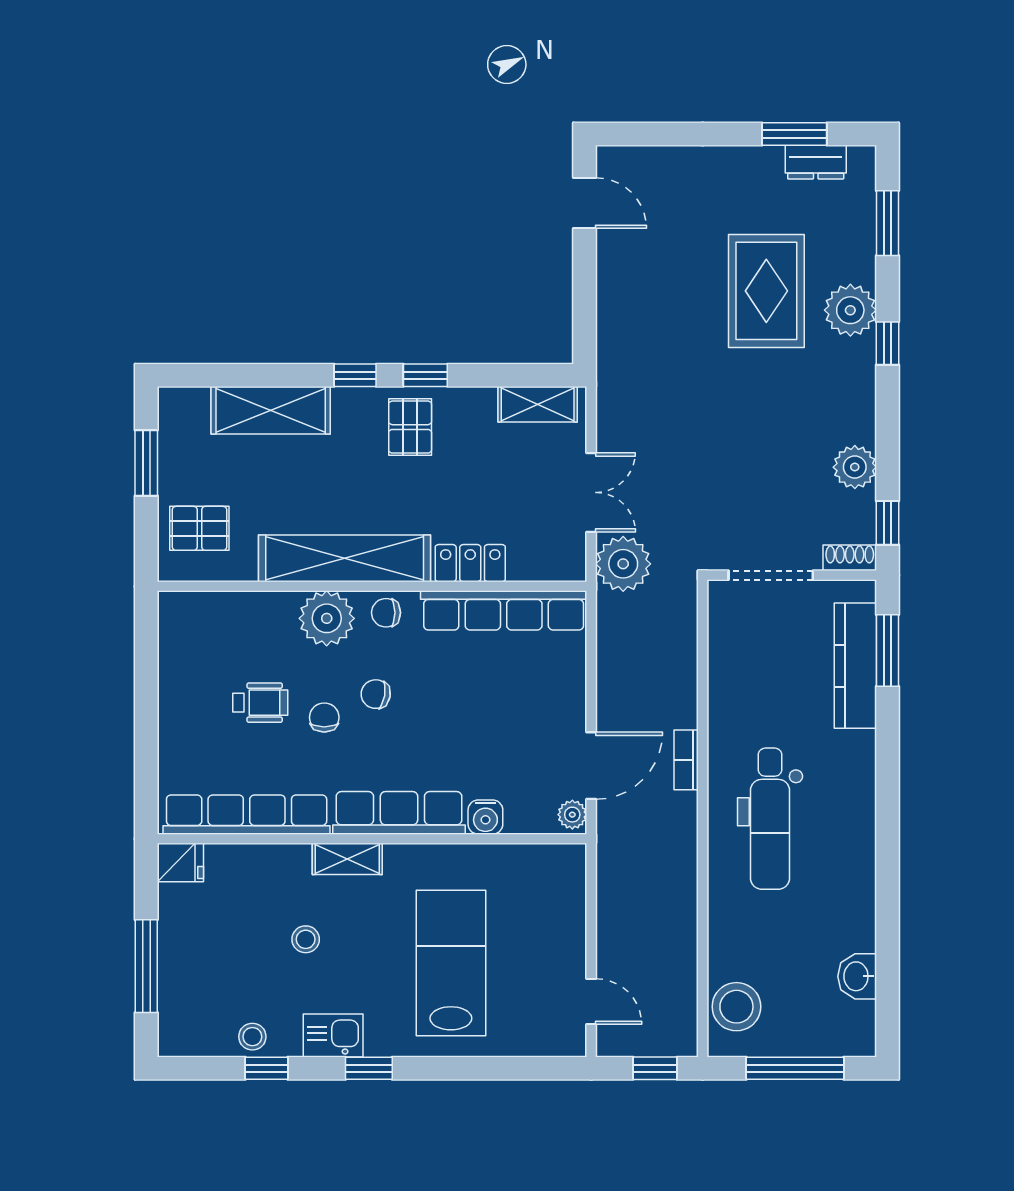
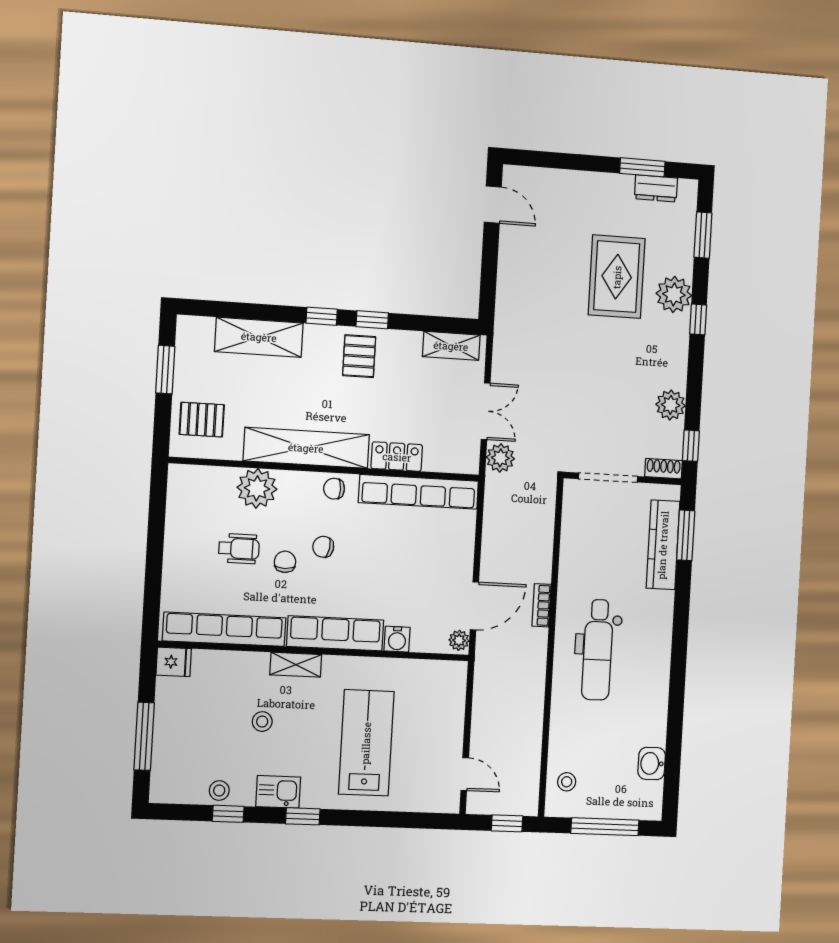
plant: (623, 564) -> (500, 458), width x0.73, depth x0.73
plant: (327, 618) -> (257, 488), moved
stool: (736, 1007) -> (567, 782), width x0.53, depth x0.53

